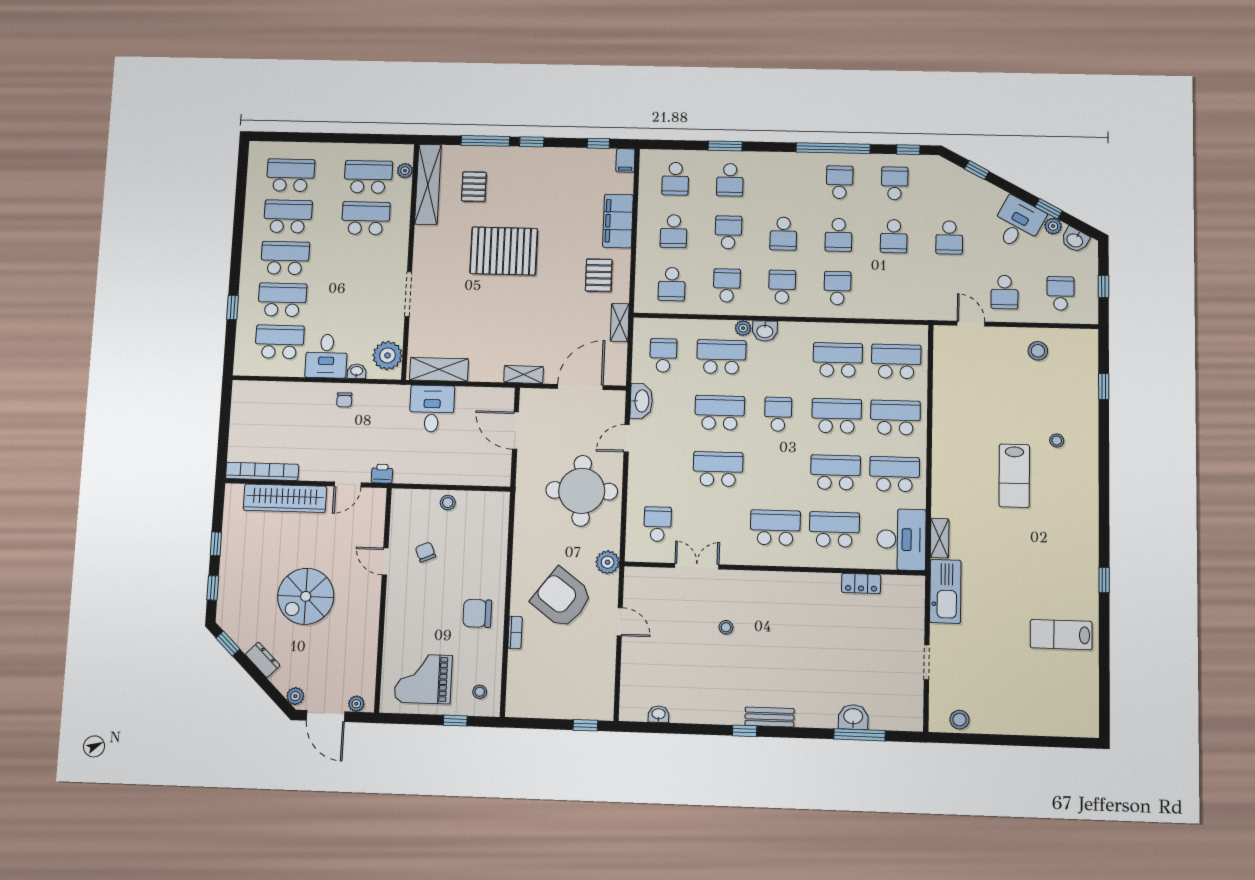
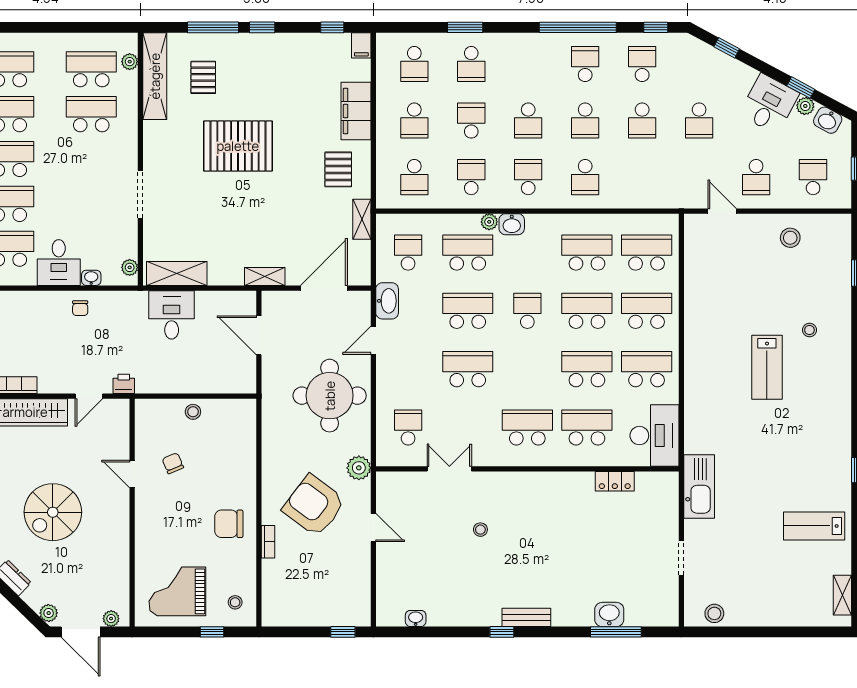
school desk: (837, 288) -> (585, 177), turned 180
plant: (387, 355) -> (130, 267), width x0.53, depth x0.53
shelving: (940, 538) -> (842, 595), moved

